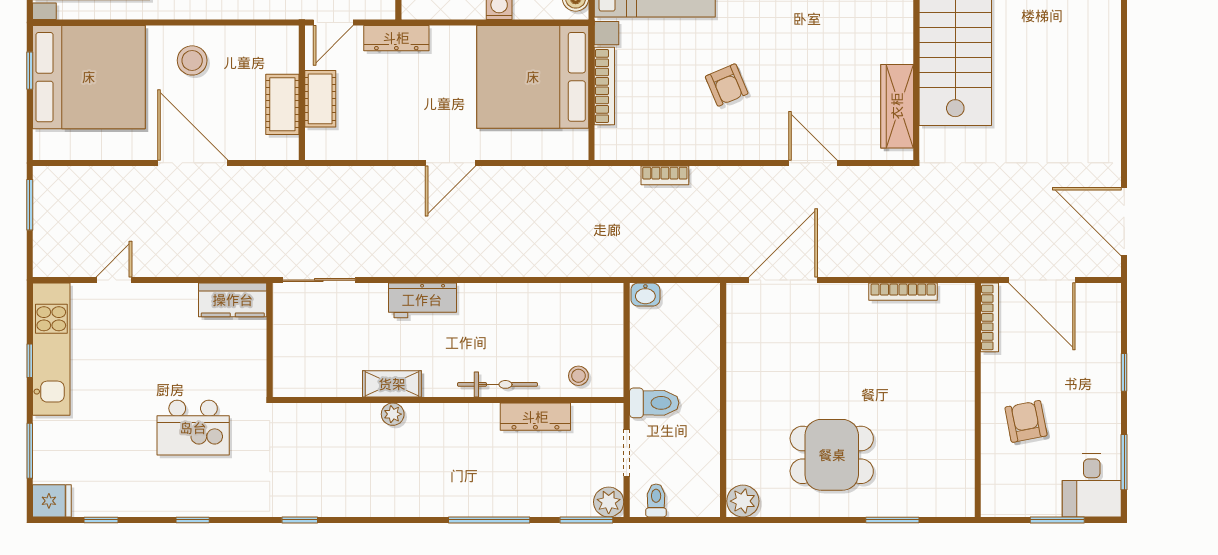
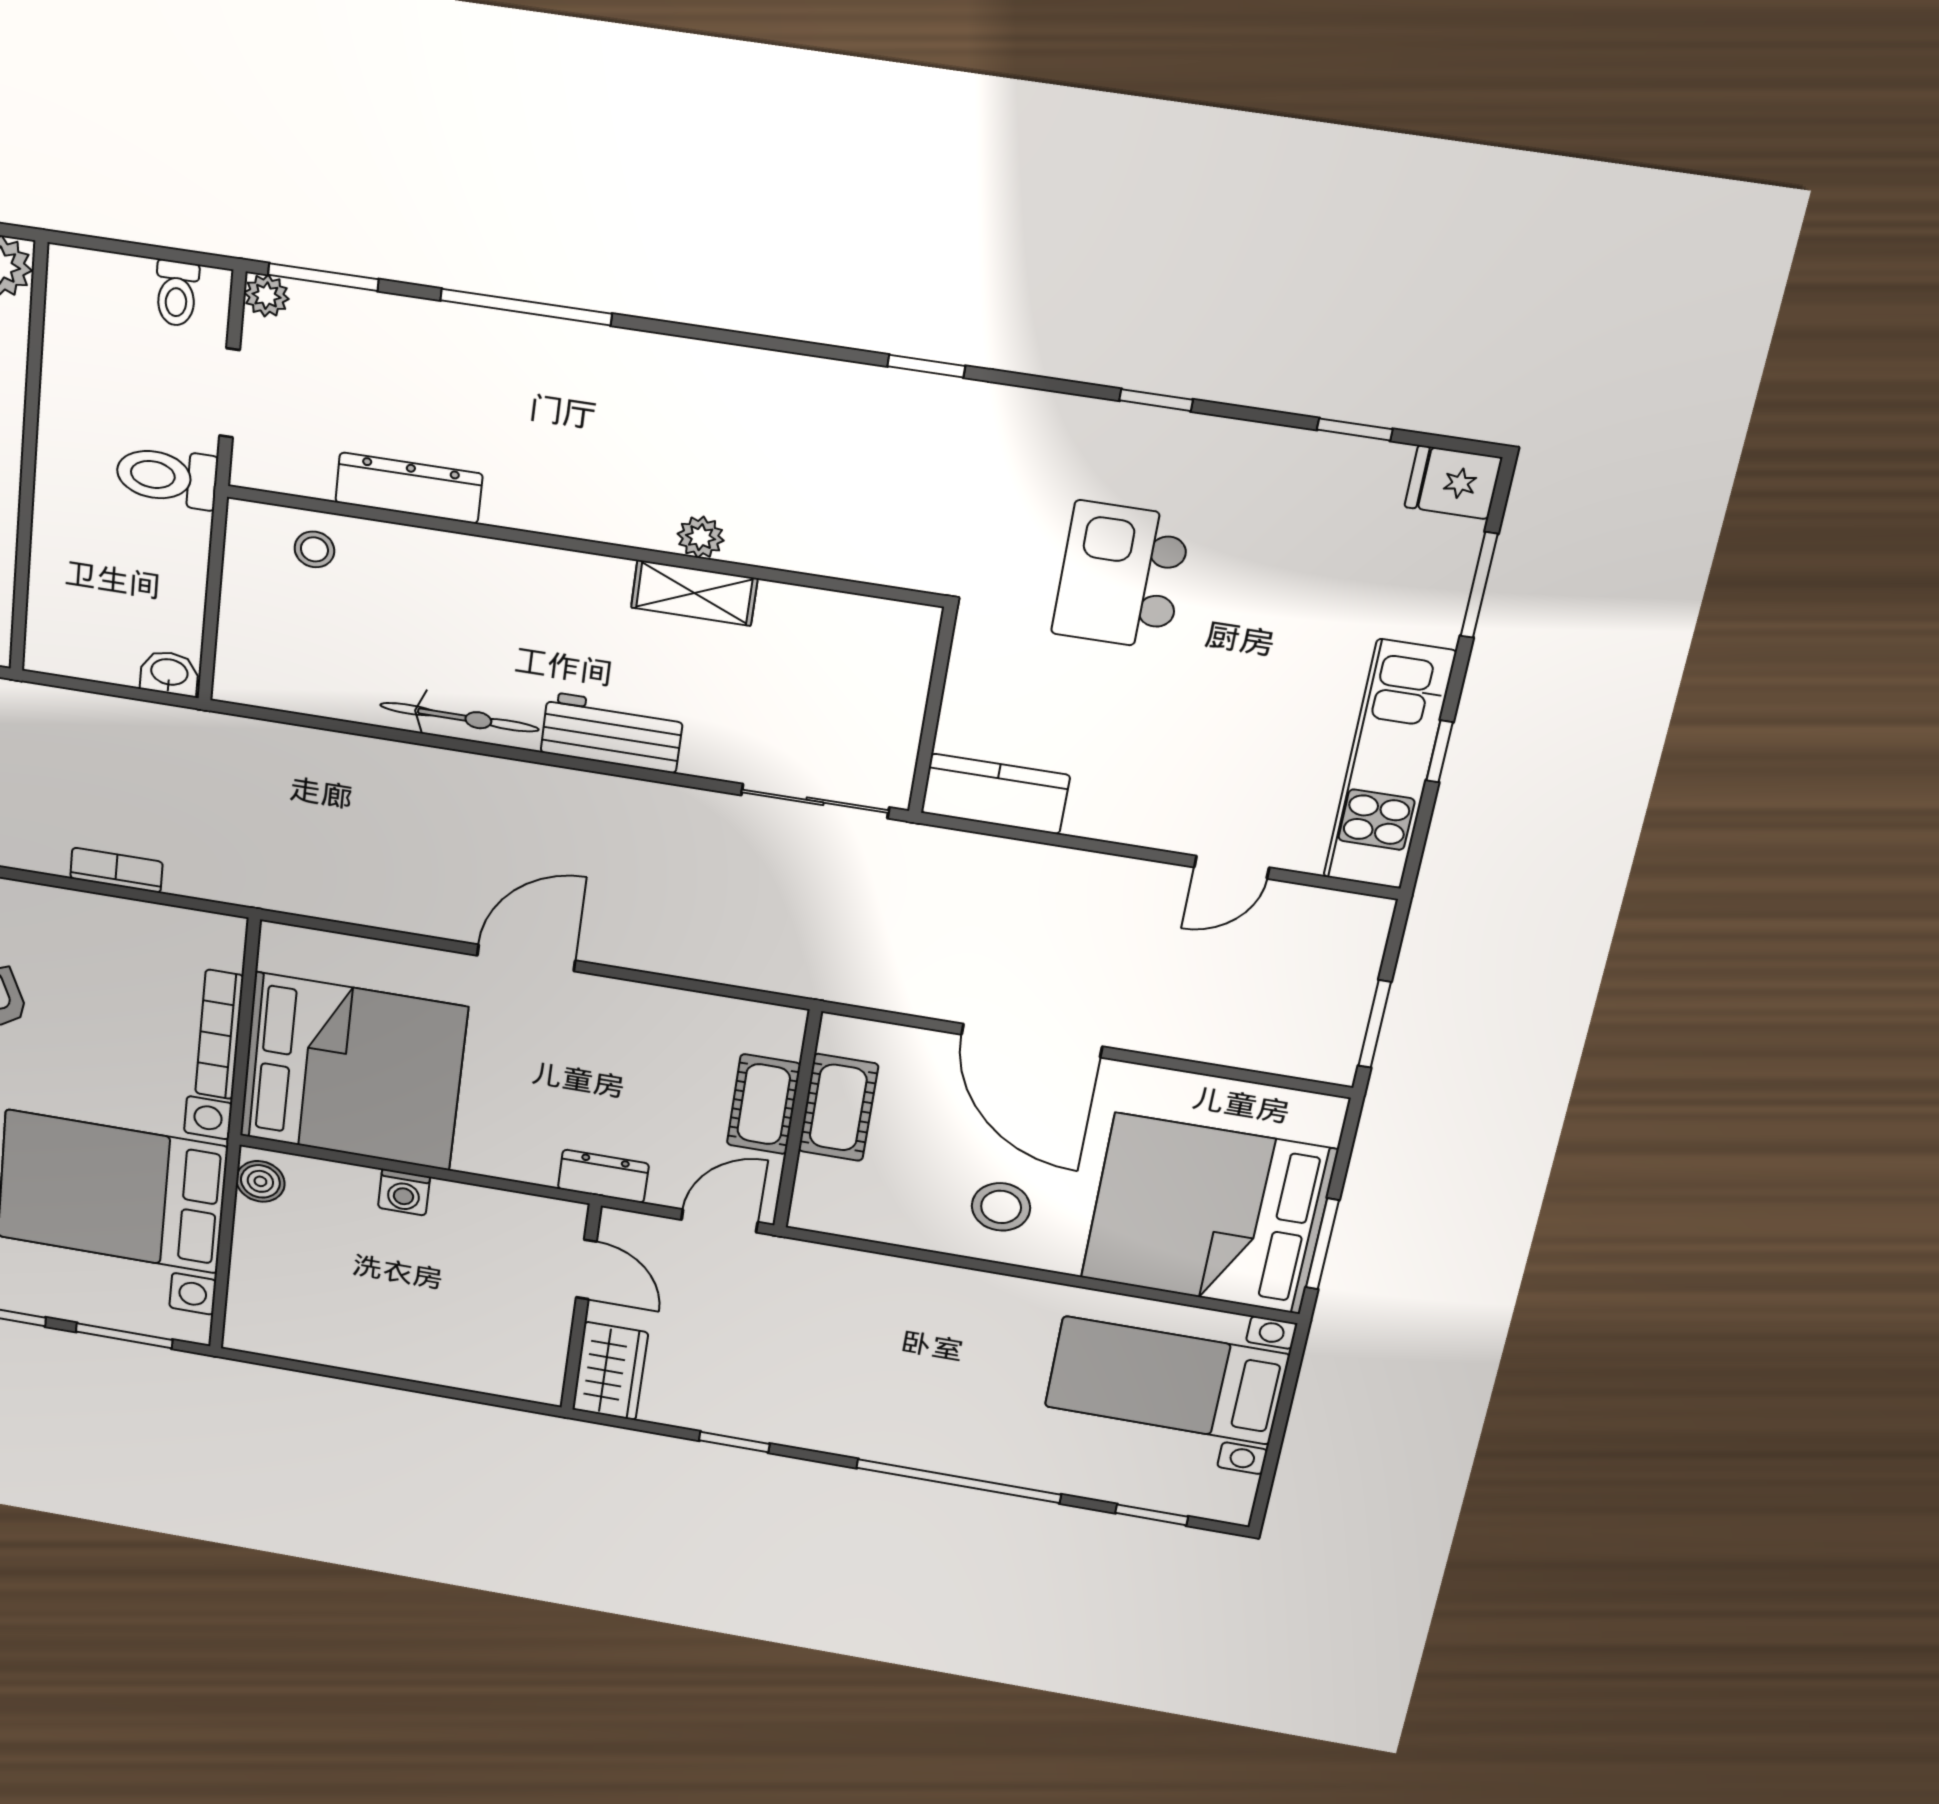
dresser: (396, 38) -> (603, 1176), width x0.70
window: (30, 71) -> (1322, 1244), width x1.50
bicycle: (497, 384) -> (459, 717), moved, turned 180
kitchen island: (193, 428) -> (1121, 576), turned -90
plant: (609, 502) -> (266, 296), width x0.73, depth x0.73

